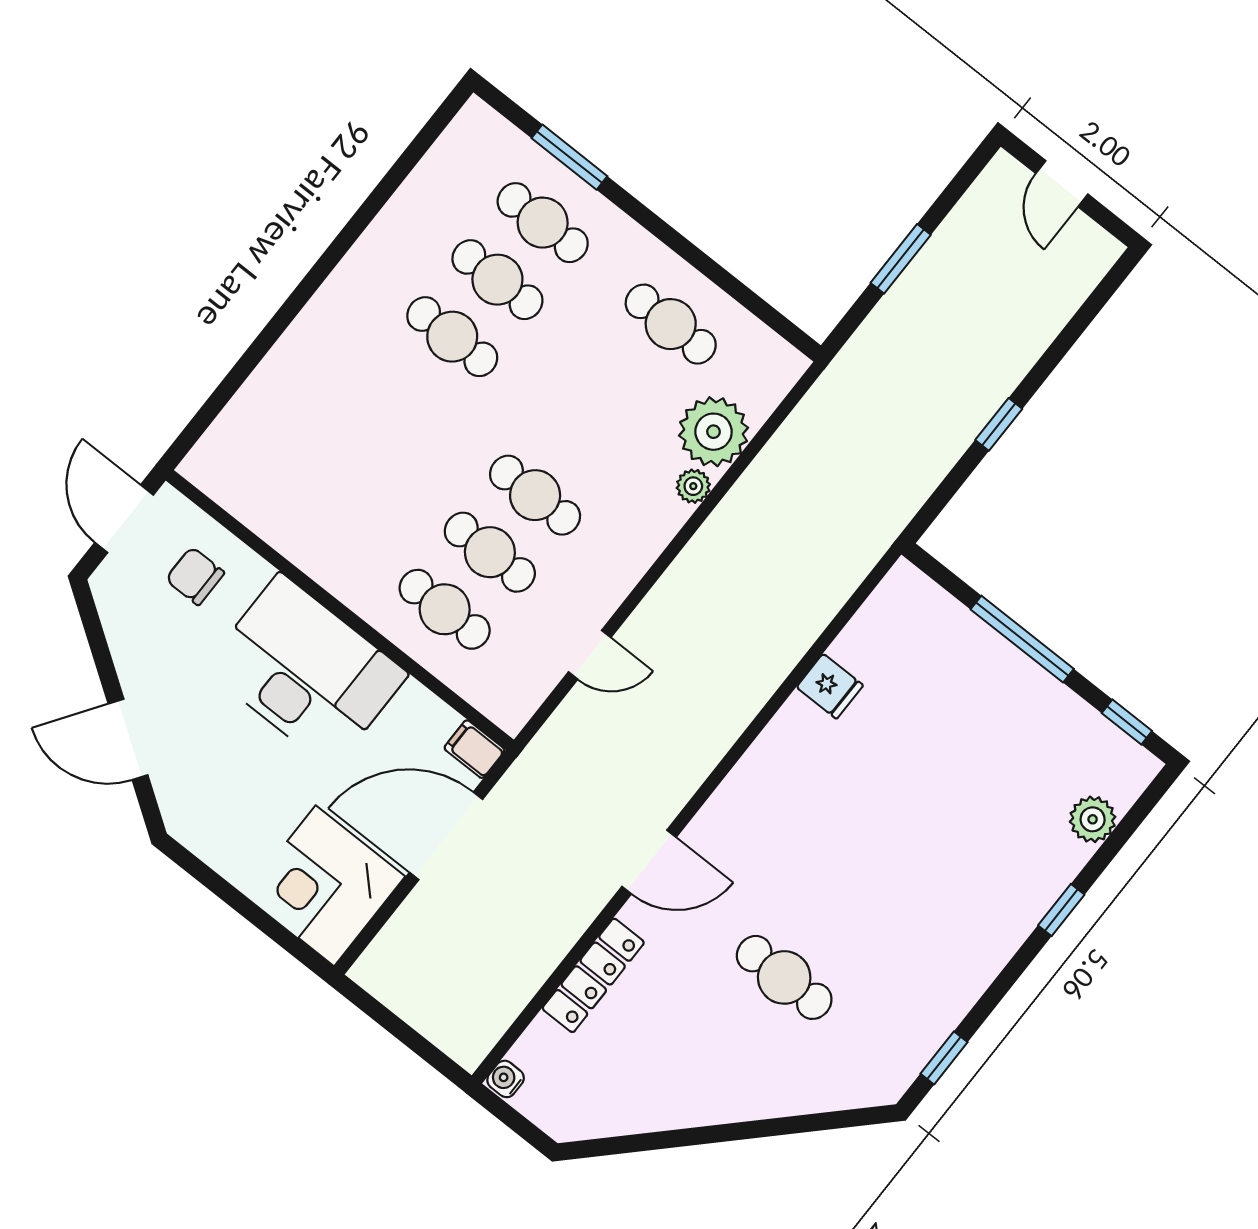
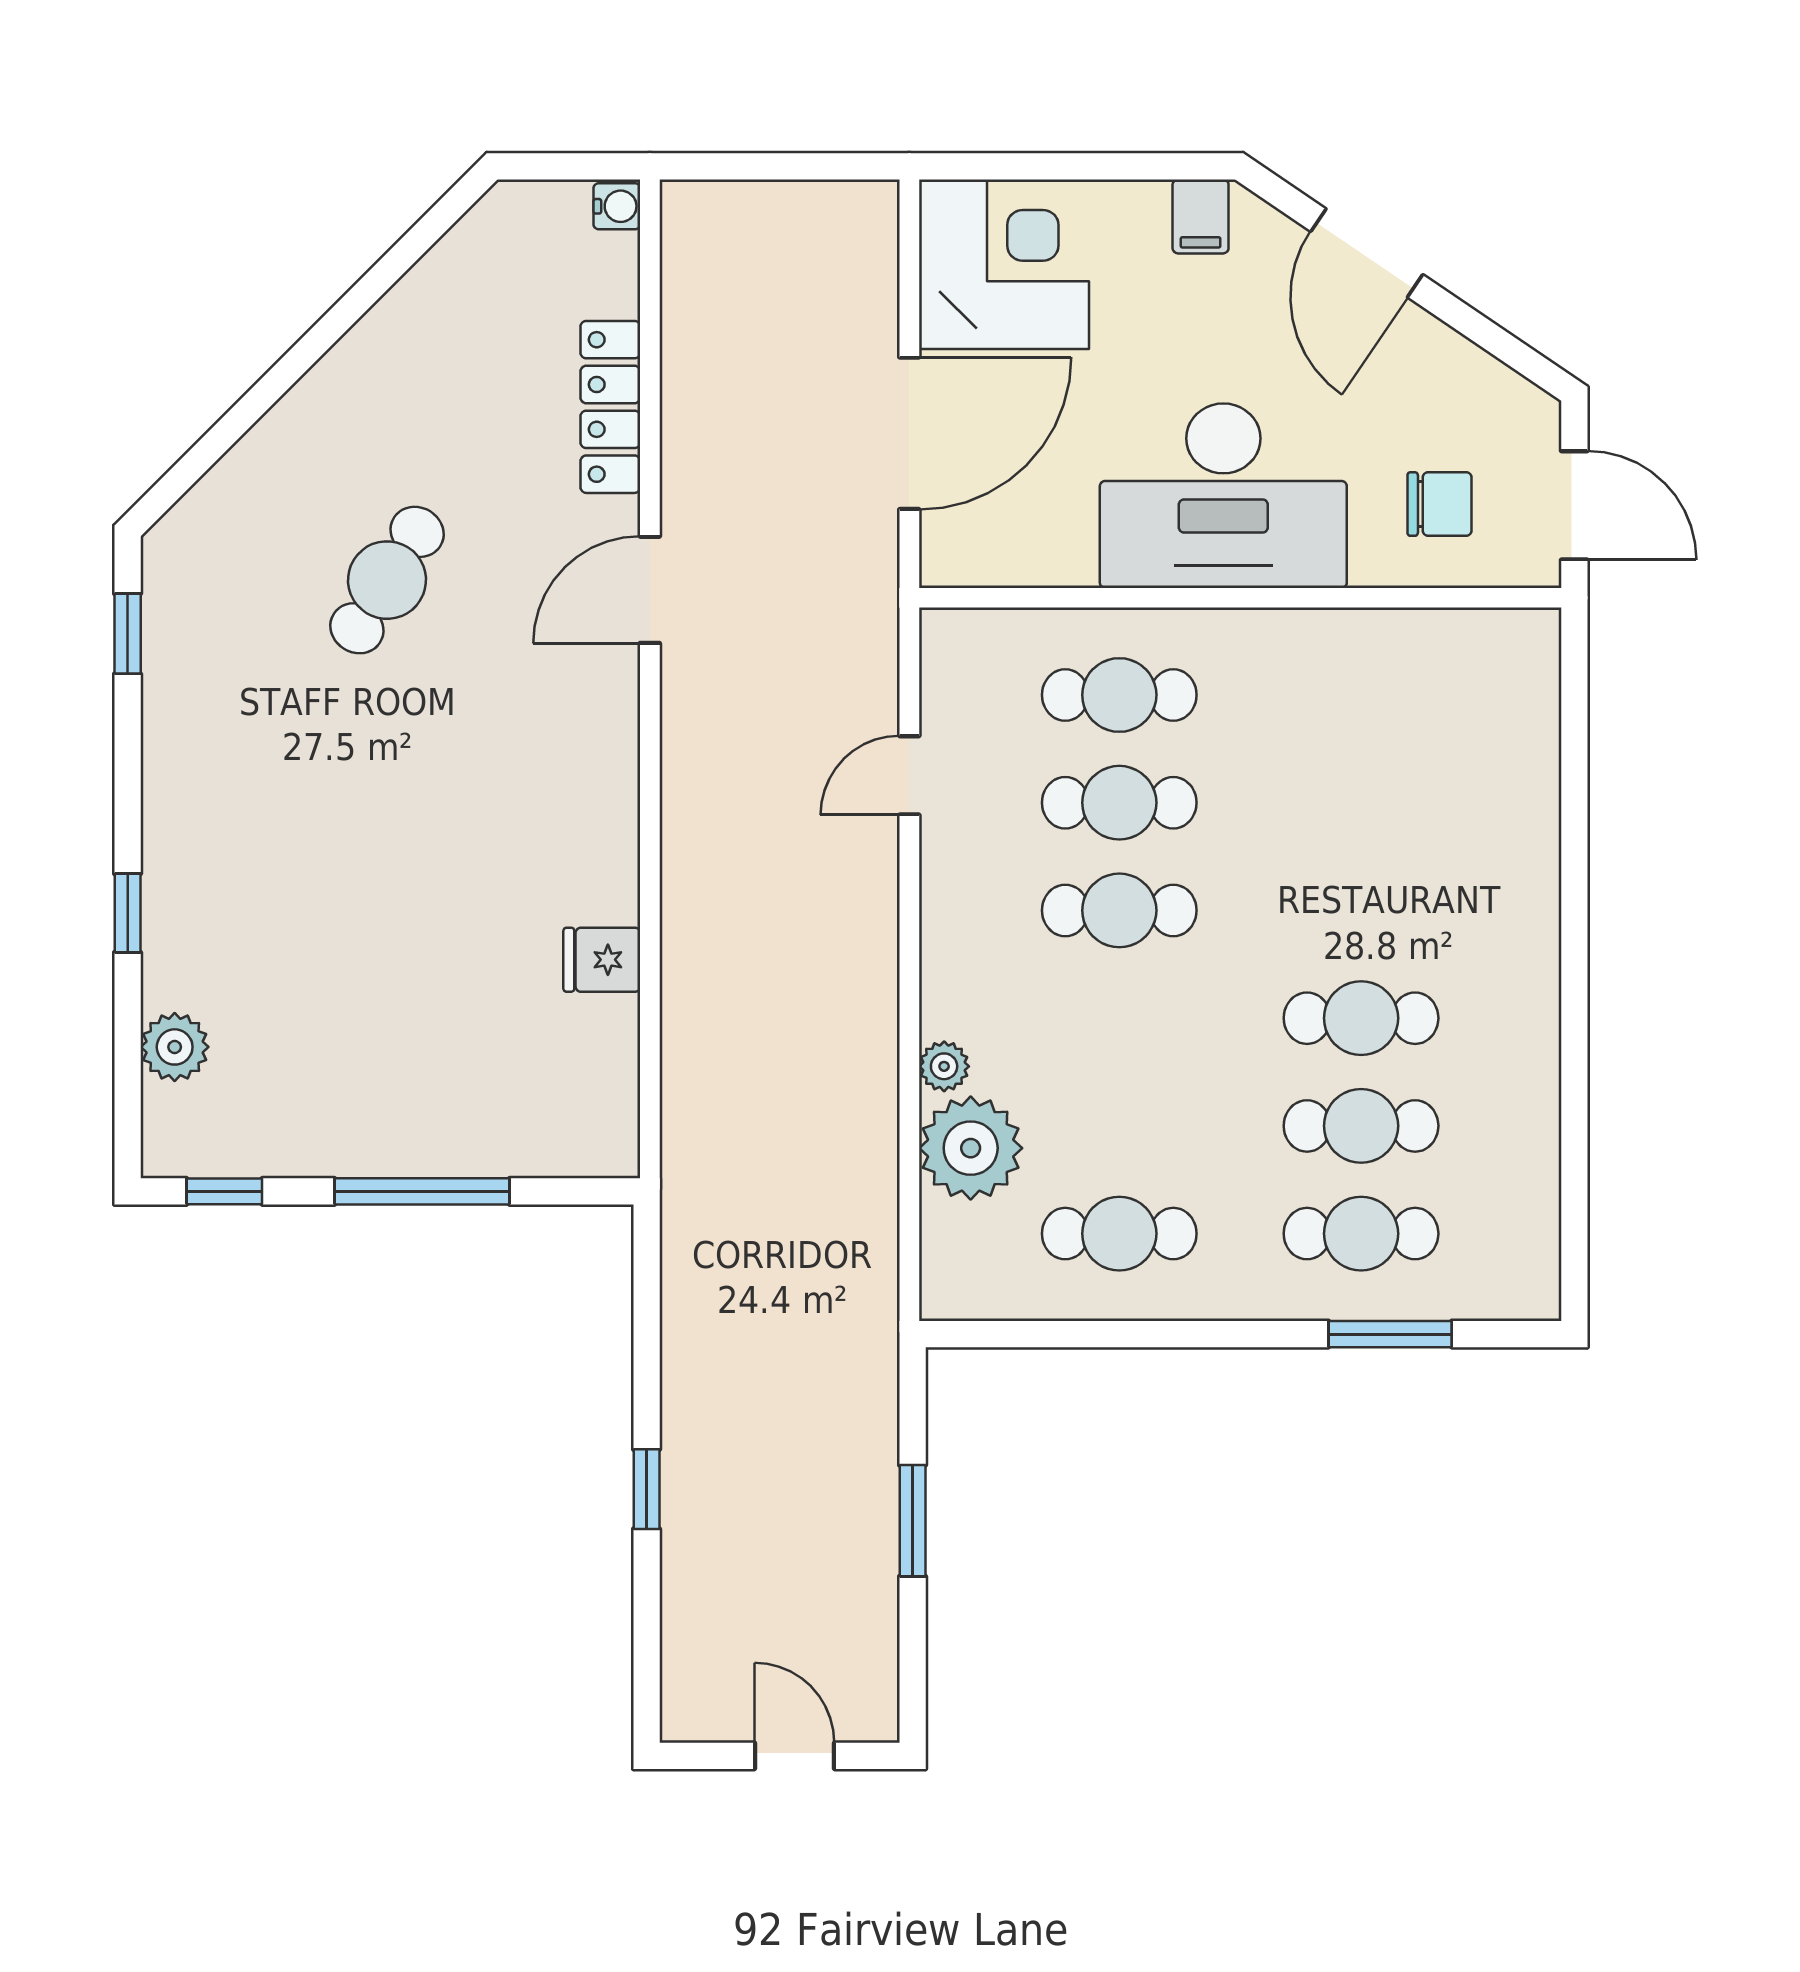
window: (999, 424) -> (647, 1489), moved
door: (128, 739) -> (1367, 253), swing flipped
filing cabinet: (474, 749) -> (1201, 216), moved, turned 90
cafe table: (784, 977) -> (387, 580), turned -58

